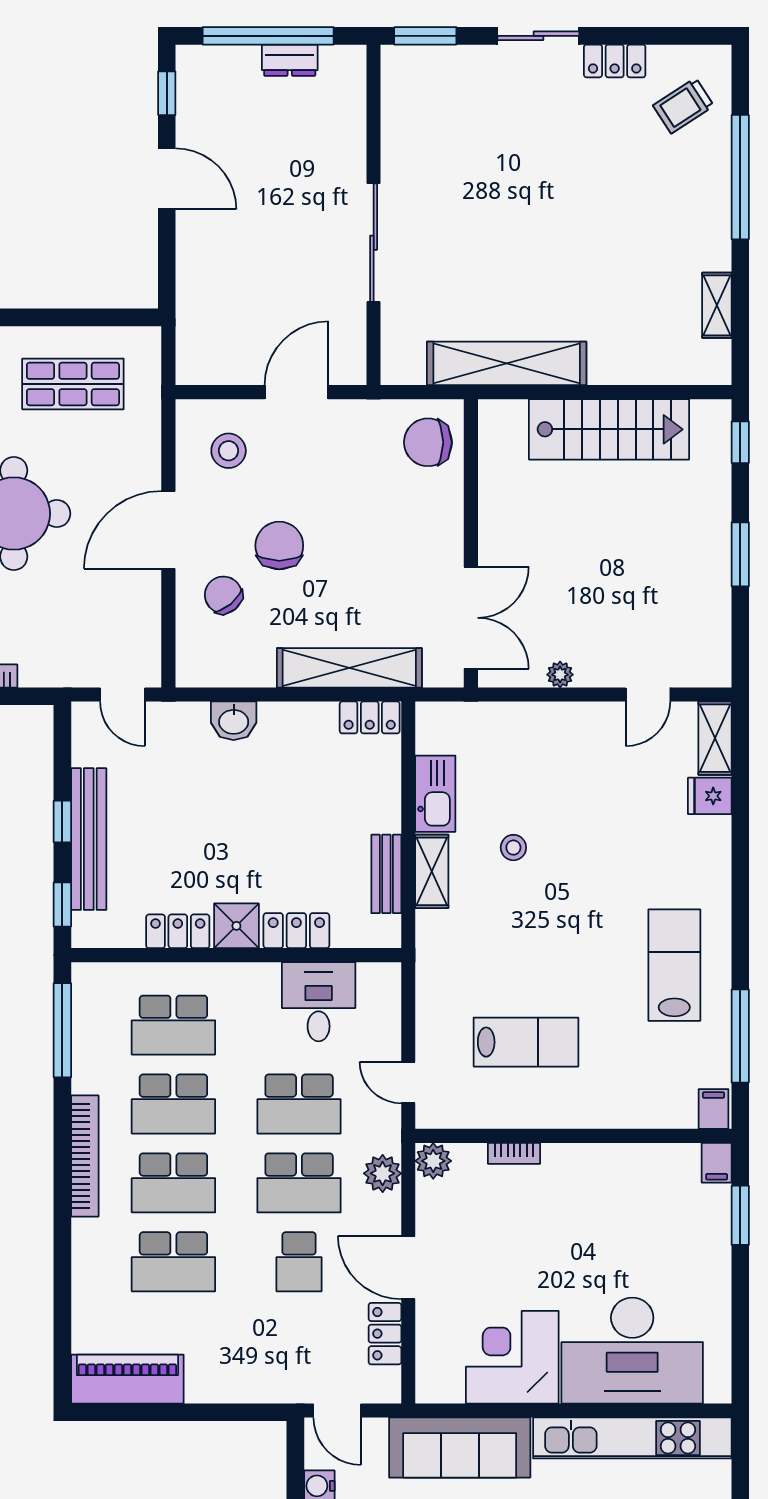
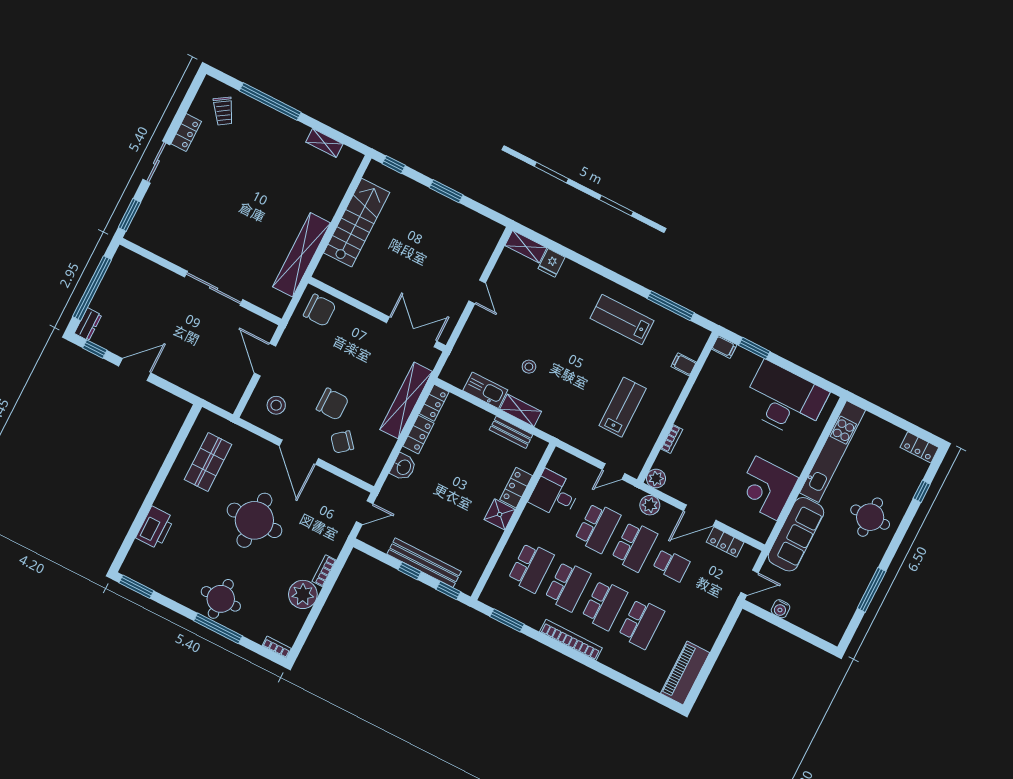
dresser: (290, 60) -> (88, 324), moved
chair: (428, 442) -> (320, 310), turned -90
chair: (279, 546) -> (332, 404), turned 180
plant: (560, 675) -> (459, 304), removed
door: (648, 694) -> (477, 292), moved
locker: (178, 931) -> (418, 435), moved, turned 180
window: (62, 1030) -> (507, 620), width x0.69
filing cabinet: (713, 1109) -> (684, 364), moved
desk: (632, 1351) -> (785, 400), moved, turned -90

